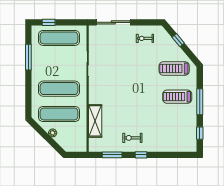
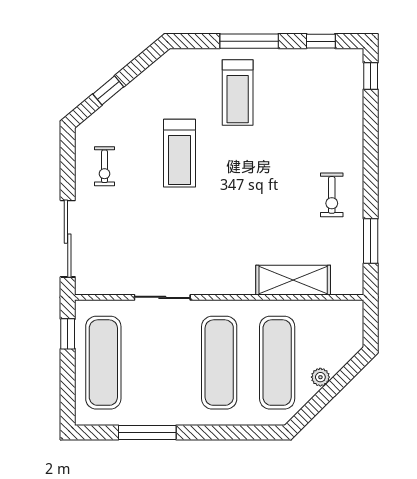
window: (49, 22) -> (68, 334), moved
treadmill: (174, 69) -> (180, 153), moved
window: (141, 155) -> (371, 76), moved

